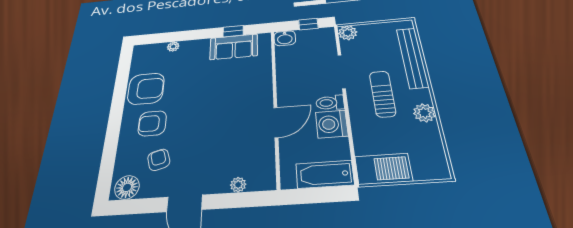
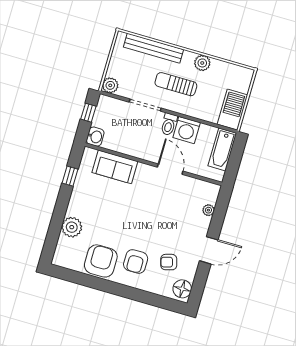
plant: (173, 47) -> (72, 227), width x1.88, depth x1.88
sofa: (234, 47) -> (115, 167), moved, turned 90

